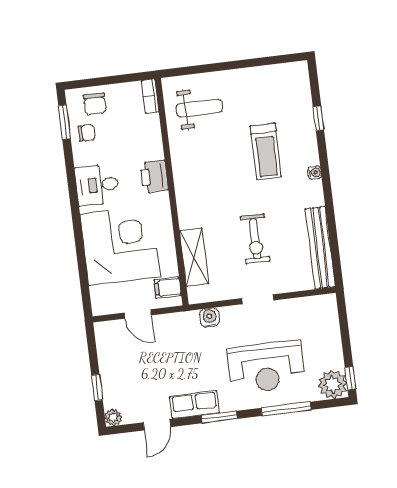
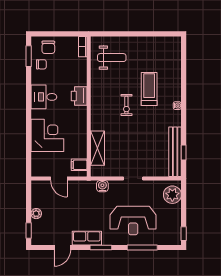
window: (318, 118) -> (184, 152), moved
treadmill: (266, 151) -> (149, 89), turned 180
exercise bike: (255, 239) -> (126, 105), moved, width x0.73, depth x0.72
corner desk: (120, 245) -> (47, 135), width x0.74, depth x0.74
plant: (333, 385) -> (172, 195), moved
window: (97, 387) -> (29, 230), moved
plant: (113, 417) -> (36, 214), moved

